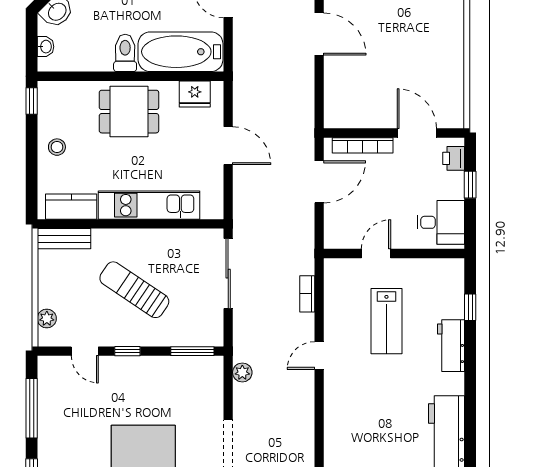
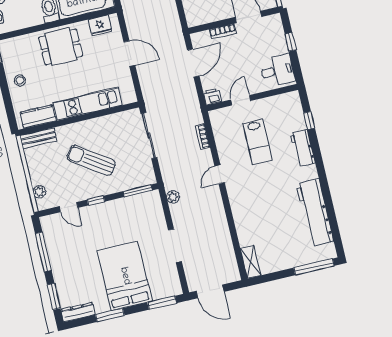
bookcase: (363, 145) -> (223, 31), width x0.64
printer: (454, 158) -> (212, 97), moved, turned 90

